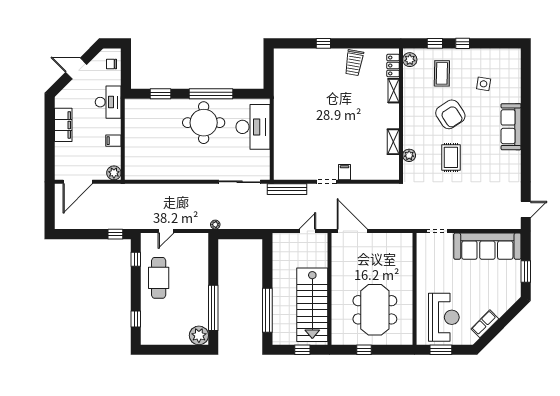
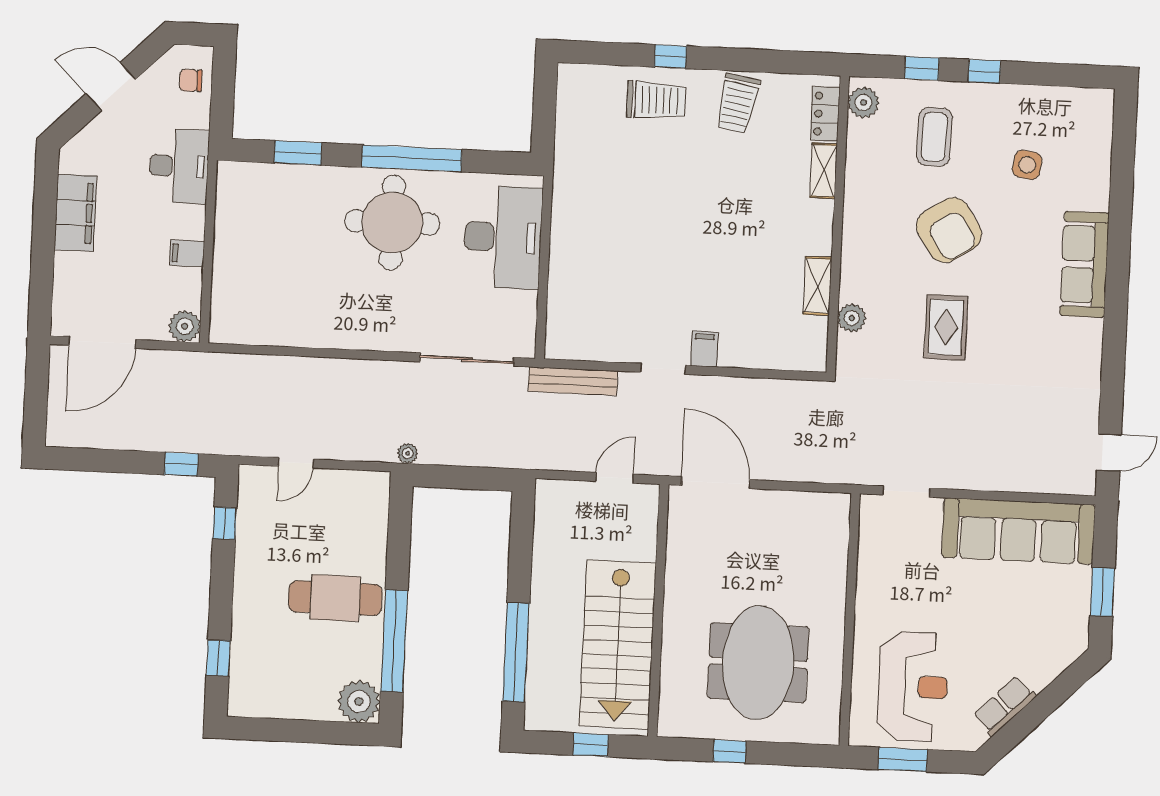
trolley: (318, 63) -> (656, 100), added
cafe table: (159, 278) -> (335, 598), moved, turned 90

